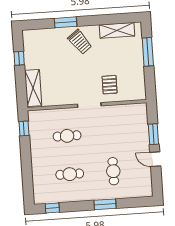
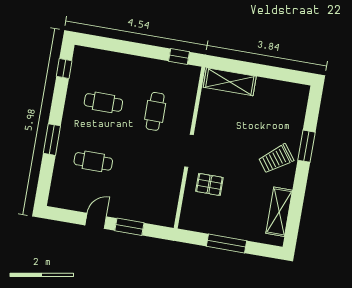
window: (148, 52) -> (226, 243), moved
window: (19, 58) -> (274, 73), removed
cafe table: (70, 174) -> (103, 102), turned 90

